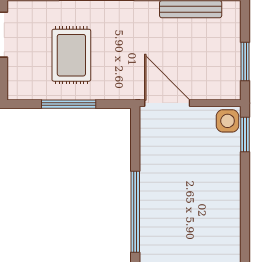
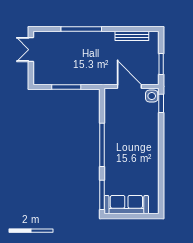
rug: (71, 55) -> (68, 61), removed
door: (167, 103) -> (129, 86), moved

